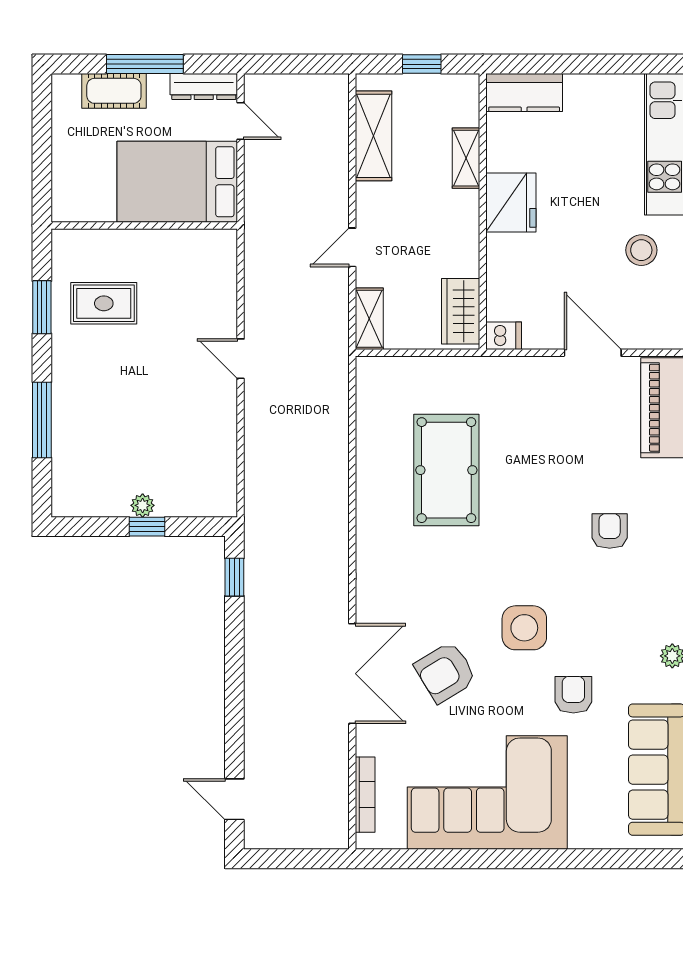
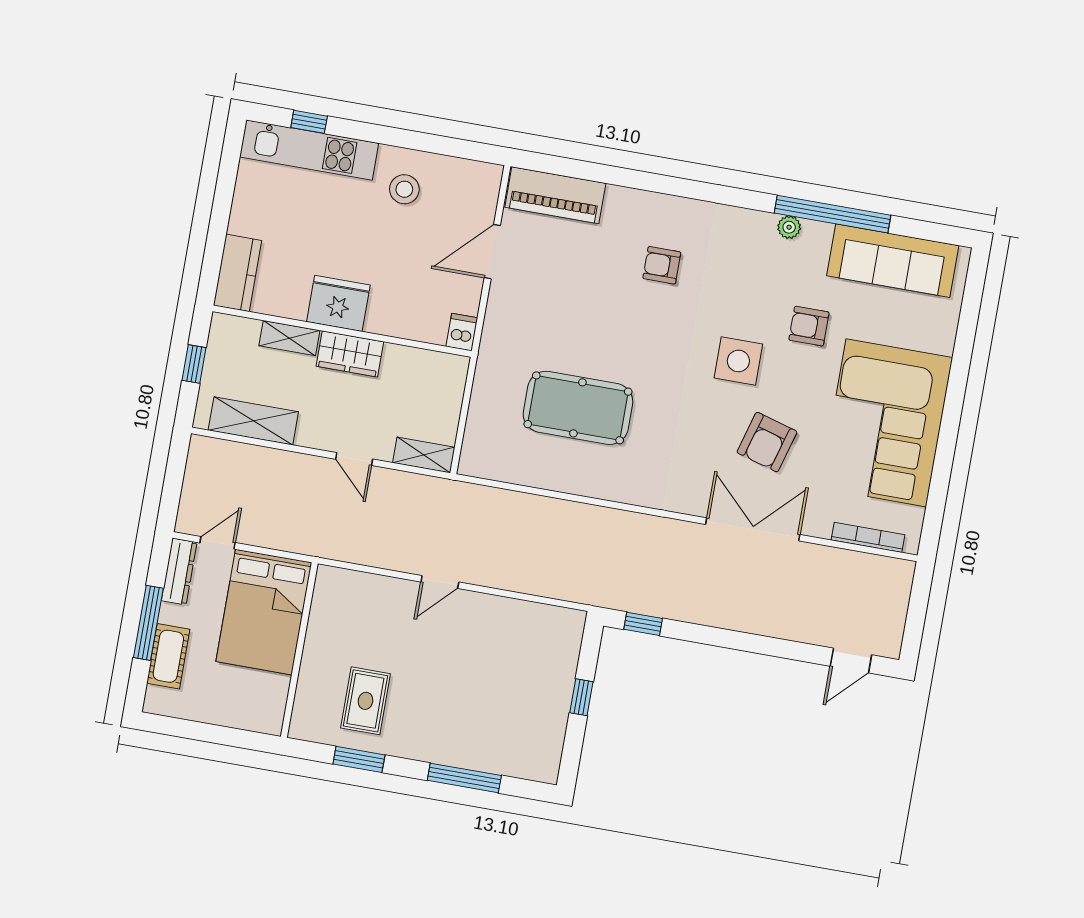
wardrobe: (461, 311) -> (350, 354), moved
plant: (143, 505) -> (561, 698), removed
armchair: (446, 672) -> (767, 442), turned 47

